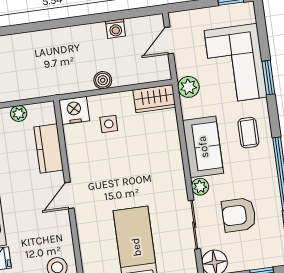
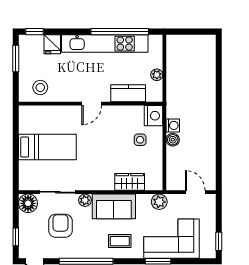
washing machine: (115, 29) -> (173, 125), moved, turned 180
wardrobe: (154, 99) -> (130, 182), moved, turned 90
door: (69, 195) -> (92, 104), swing flipped

